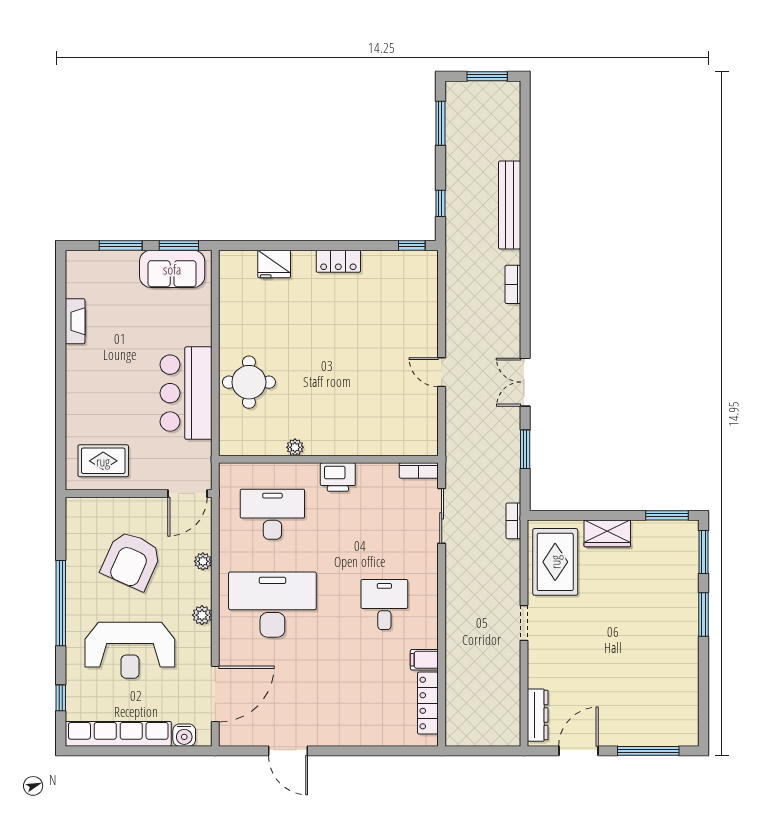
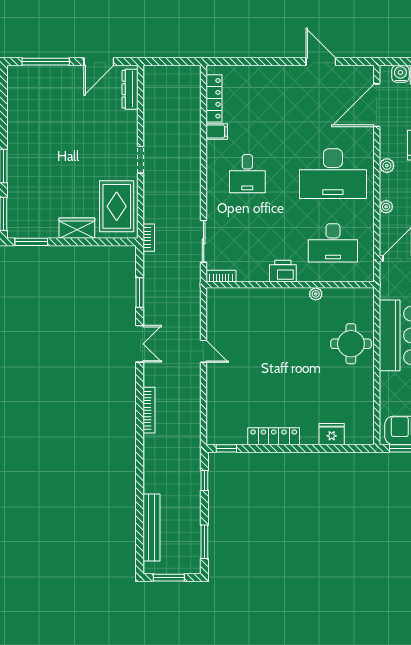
bench: (510, 205) -> (152, 527), moved
locker: (338, 261) -> (274, 436), width x1.53
bookcase: (513, 284) -> (149, 410), width x1.56

